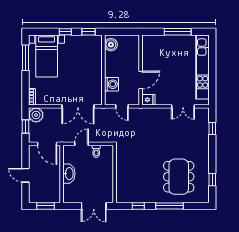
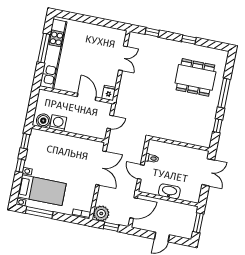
kitchen unit: (202, 67) -> (53, 54), moved, turned -90
washing machine: (111, 84) -> (58, 123), moved
window: (212, 180) -> (189, 40), moved

